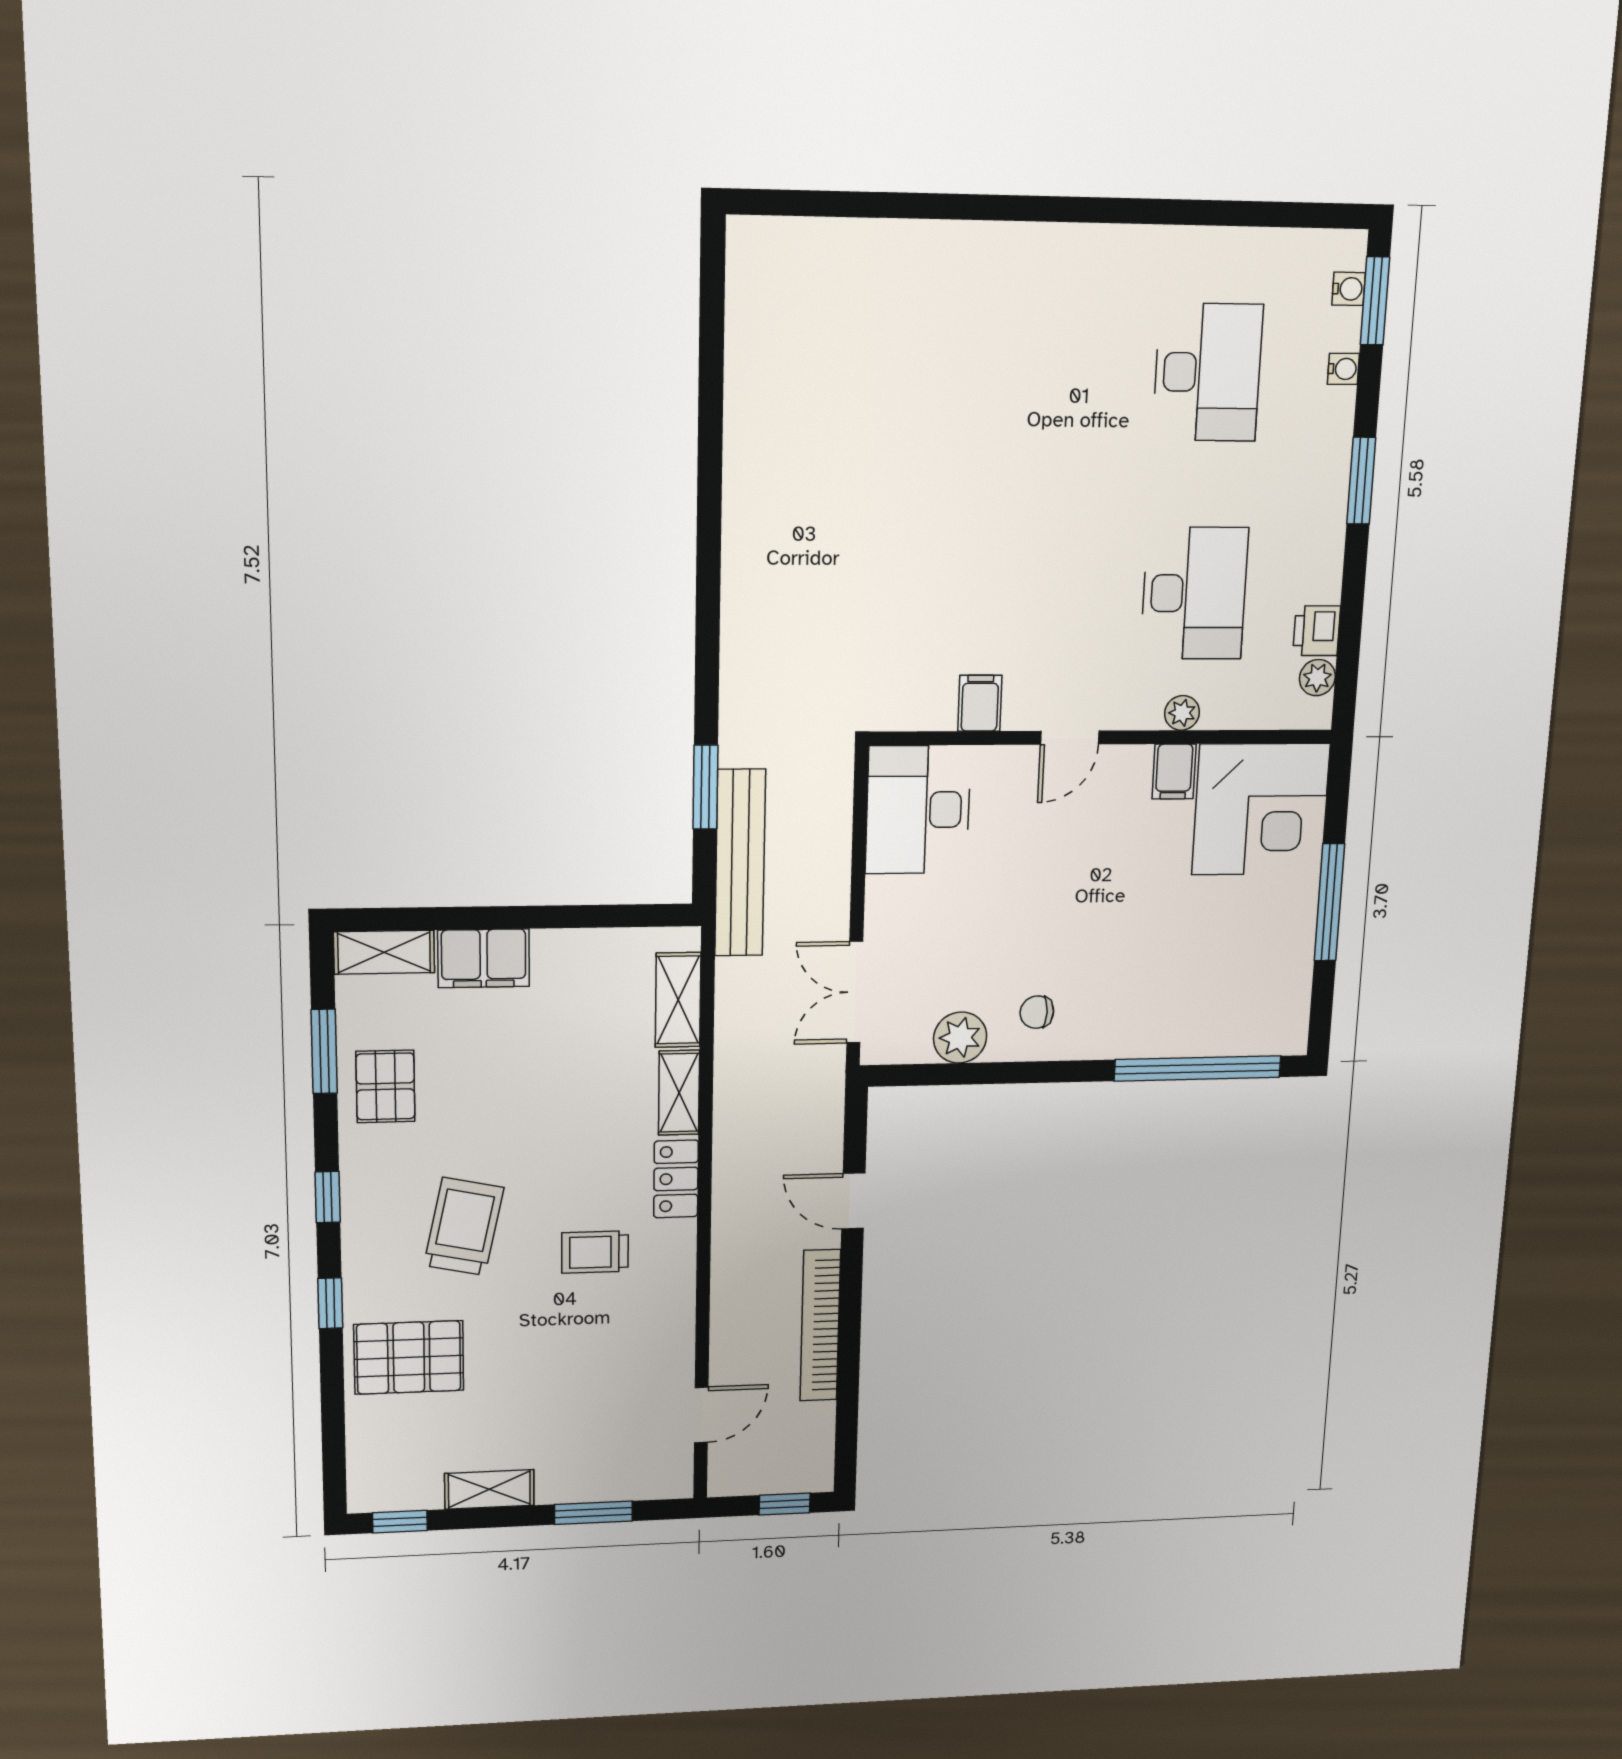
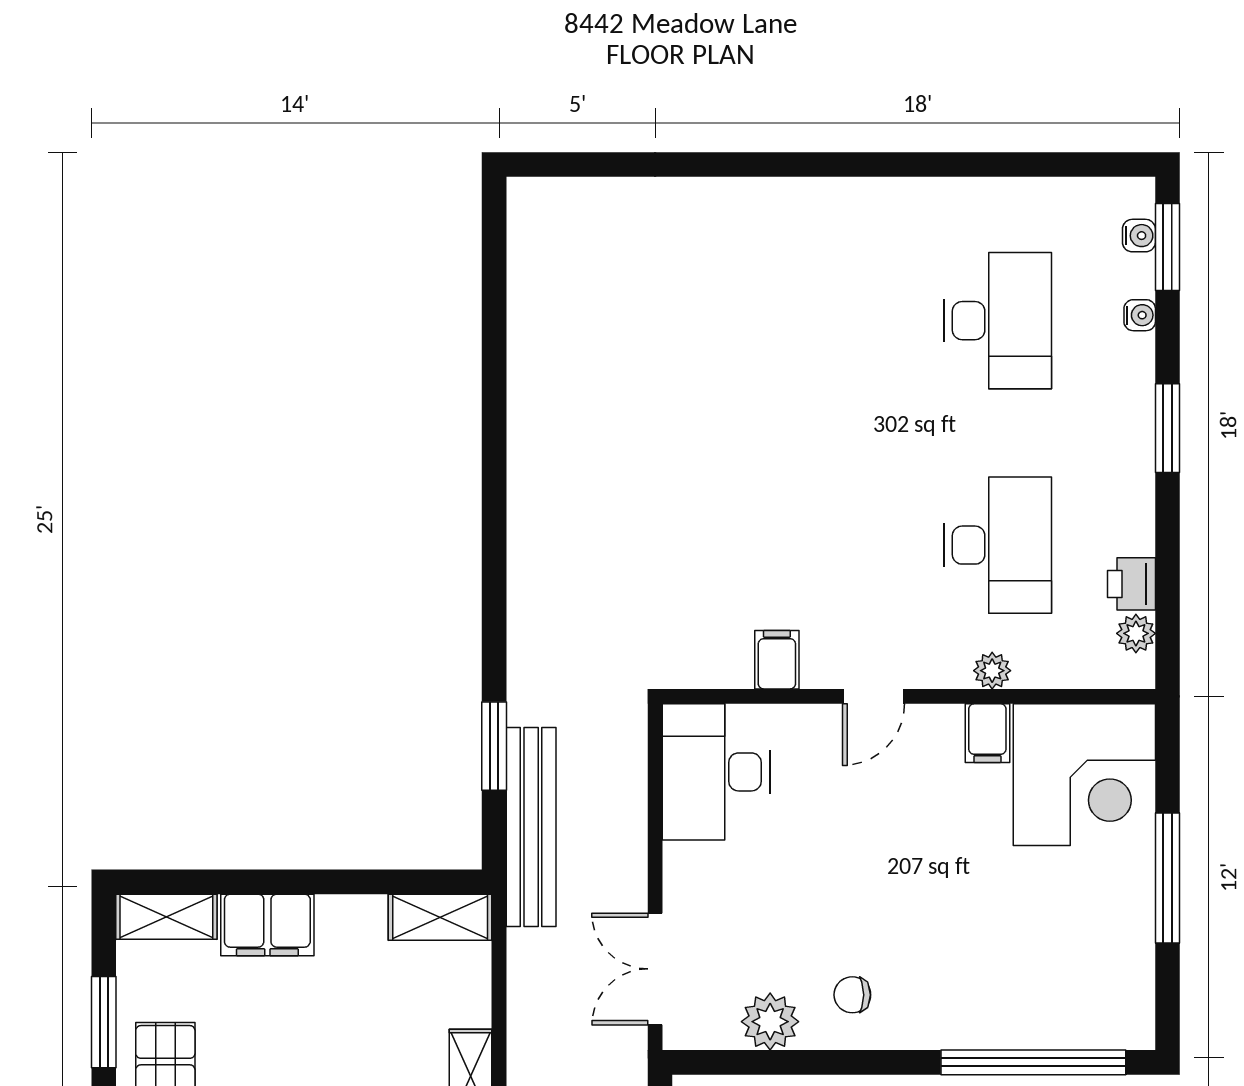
shelving: (678, 1000) -> (440, 917), moved, turned 90

